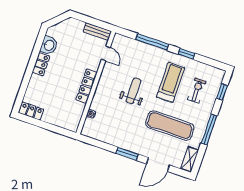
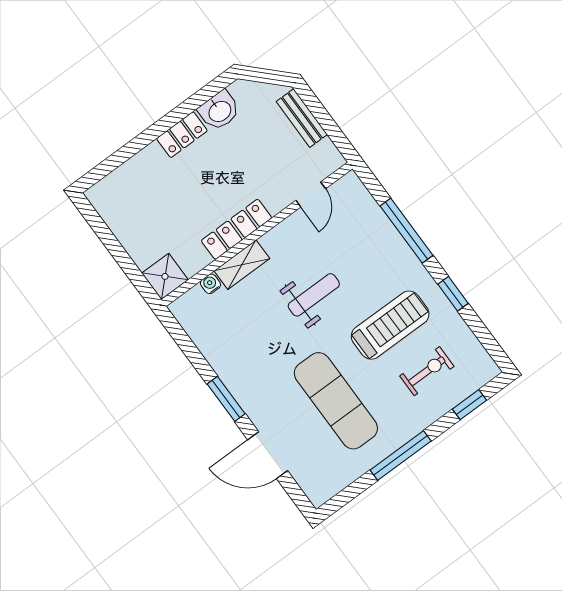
bench: (97, 32) -> (302, 118), moved
locker: (31, 111) -> (108, 206), removed
shower: (72, 123) -> (165, 276), added
shelving: (190, 159) -> (242, 265), moved

